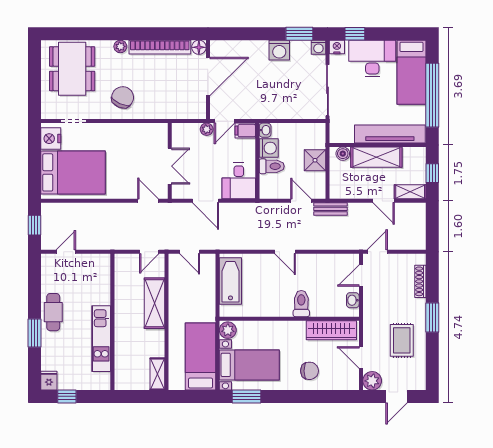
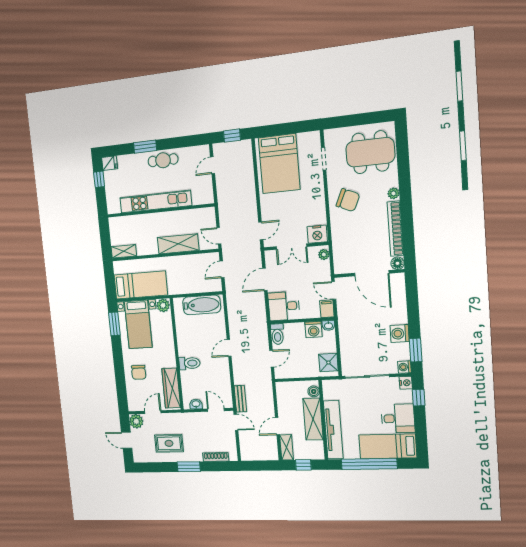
desk: (372, 59) -> (398, 419), width x0.73
plant: (207, 129) -> (324, 254), moved
nightstand: (51, 139) -> (317, 234), moved, turned 180
shower: (315, 160) -> (328, 362), moved
toilet: (272, 166) -> (277, 334), moved
bench: (330, 209) -> (240, 399), moved
door: (66, 252) -> (213, 165), swing flipped
kitchen unit: (101, 339) -> (156, 202), width x1.36

